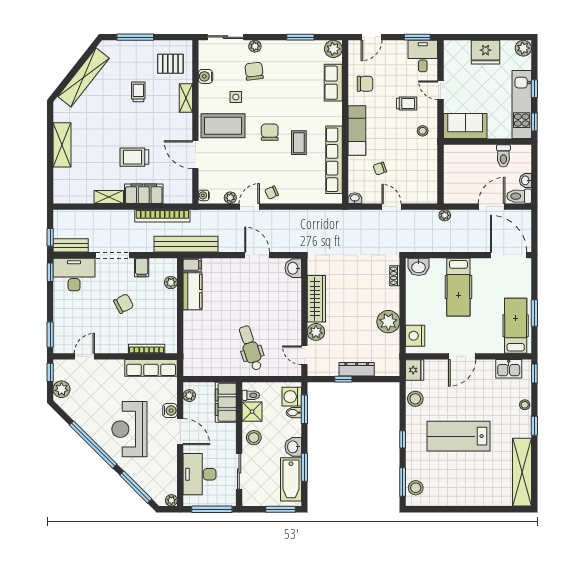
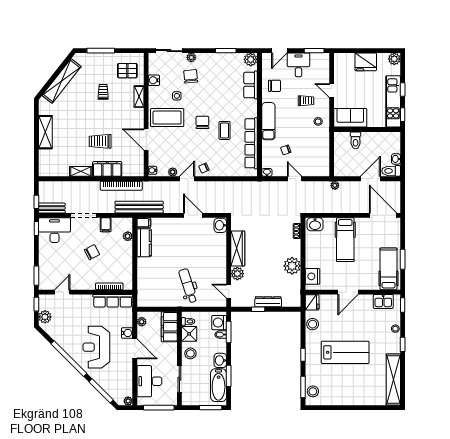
desk: (423, 56) -> (298, 65), moved
toilet: (503, 156) -> (356, 140), moved
lab bench: (458, 436) -> (345, 352), turned 180

